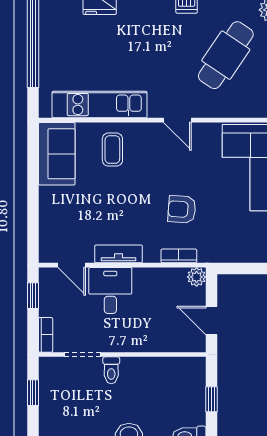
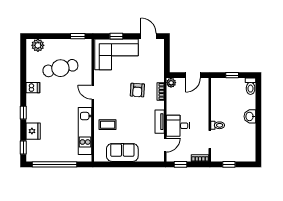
cafe table: (226, 55) -> (60, 68), turned -47
door: (177, 120) -> (93, 92), swing flipped
sofa: (57, 154) -> (122, 152), moved

